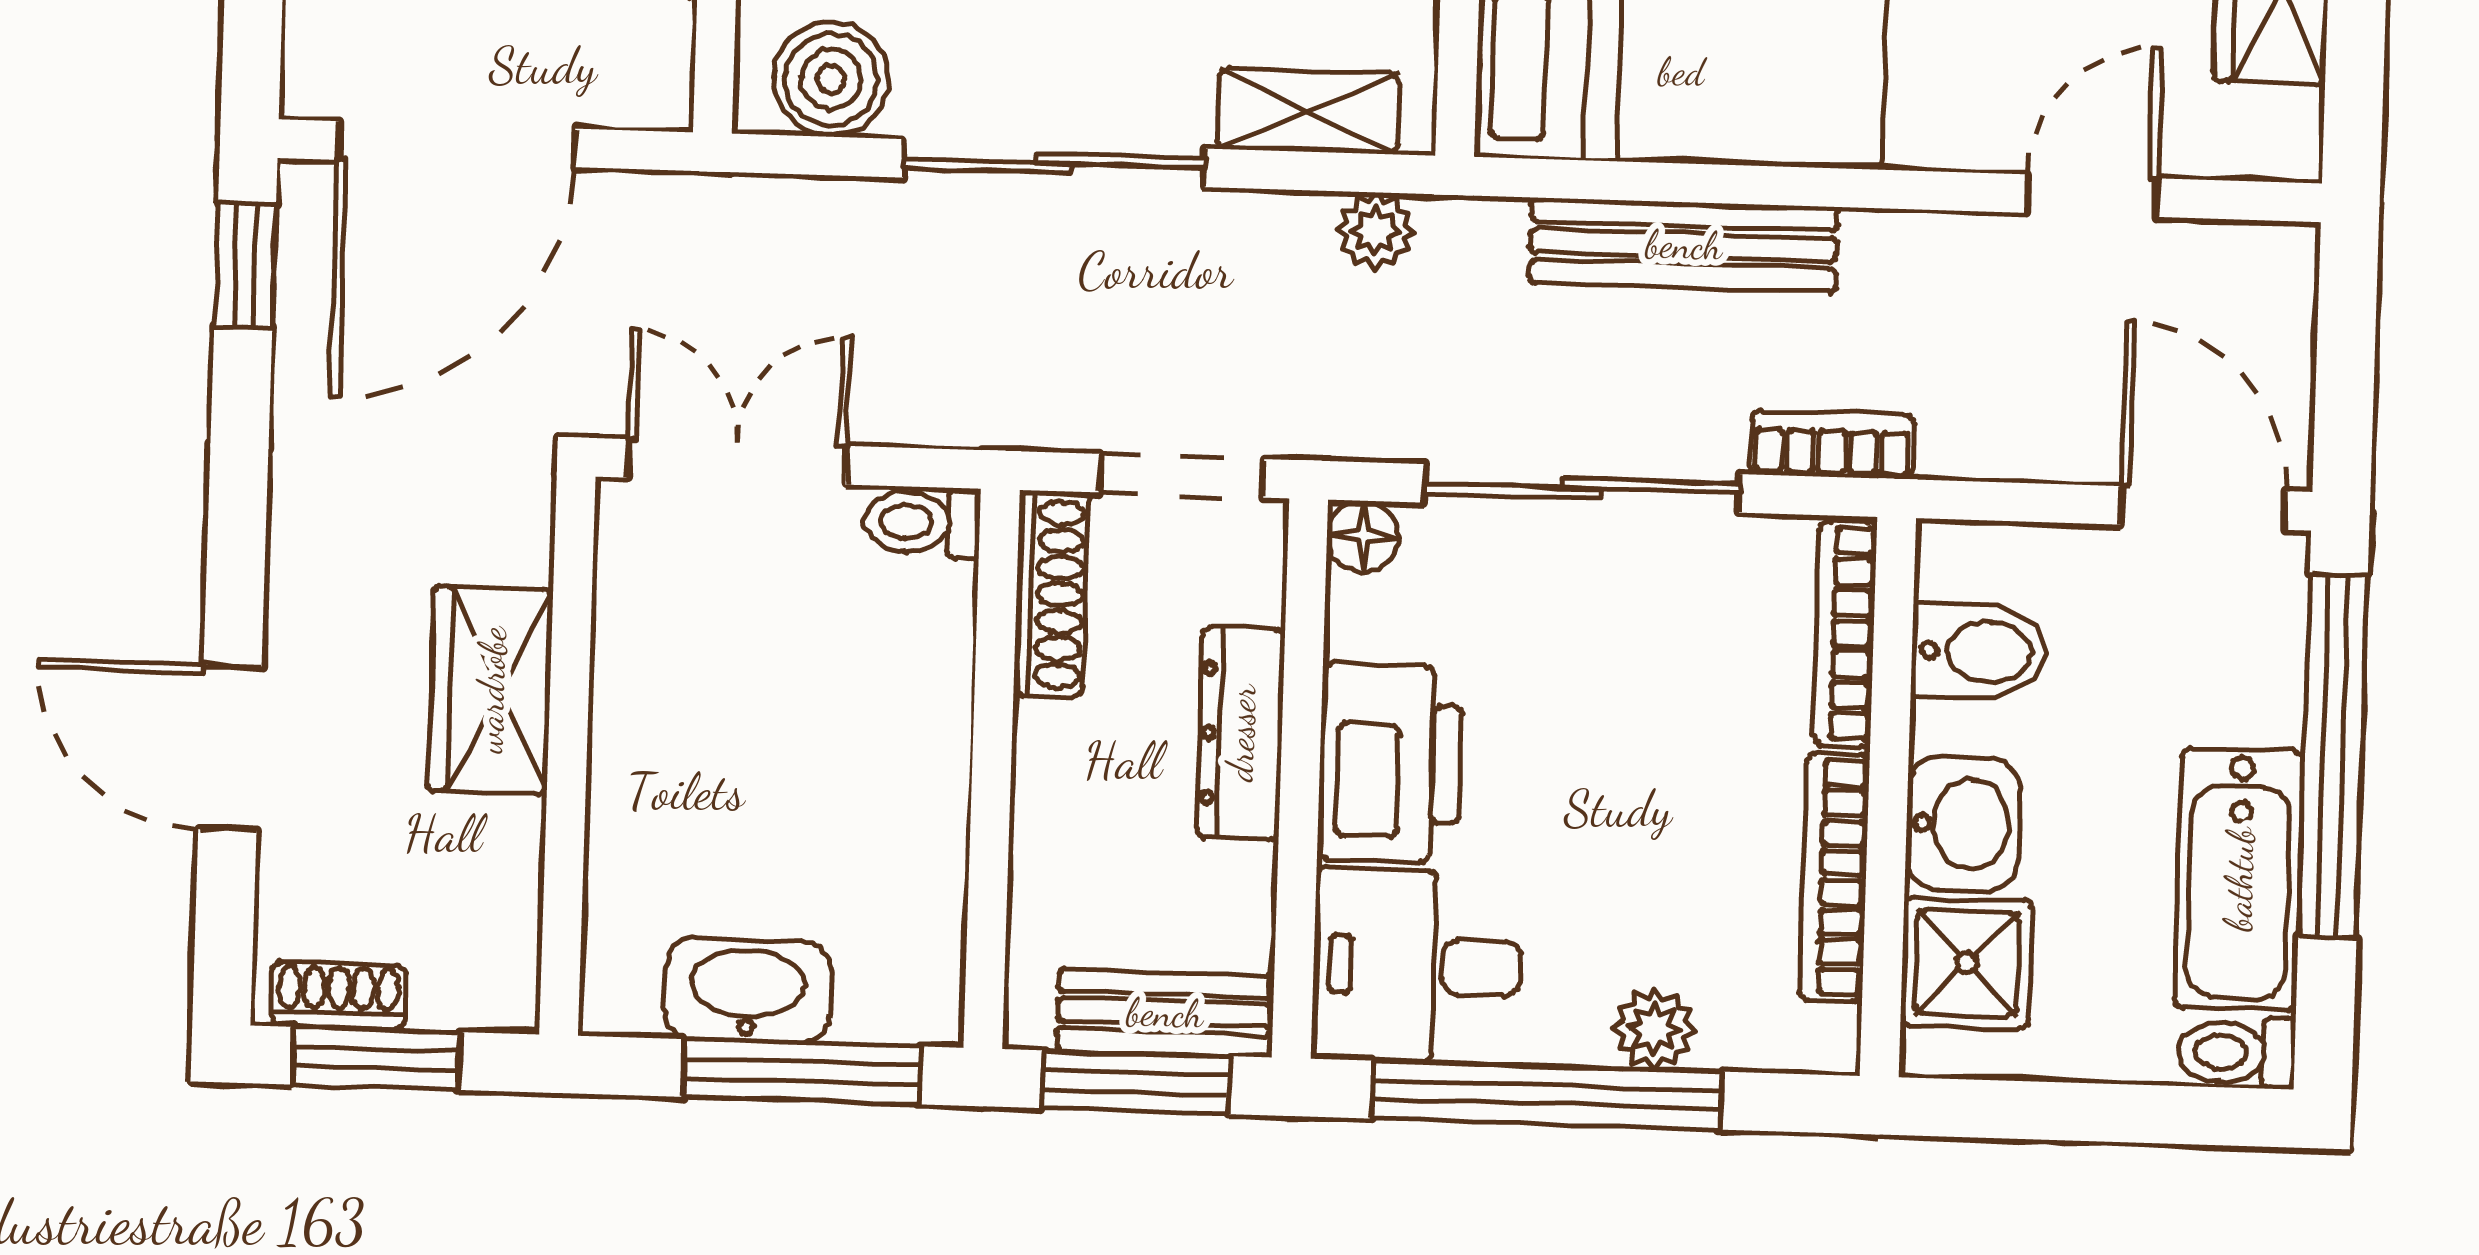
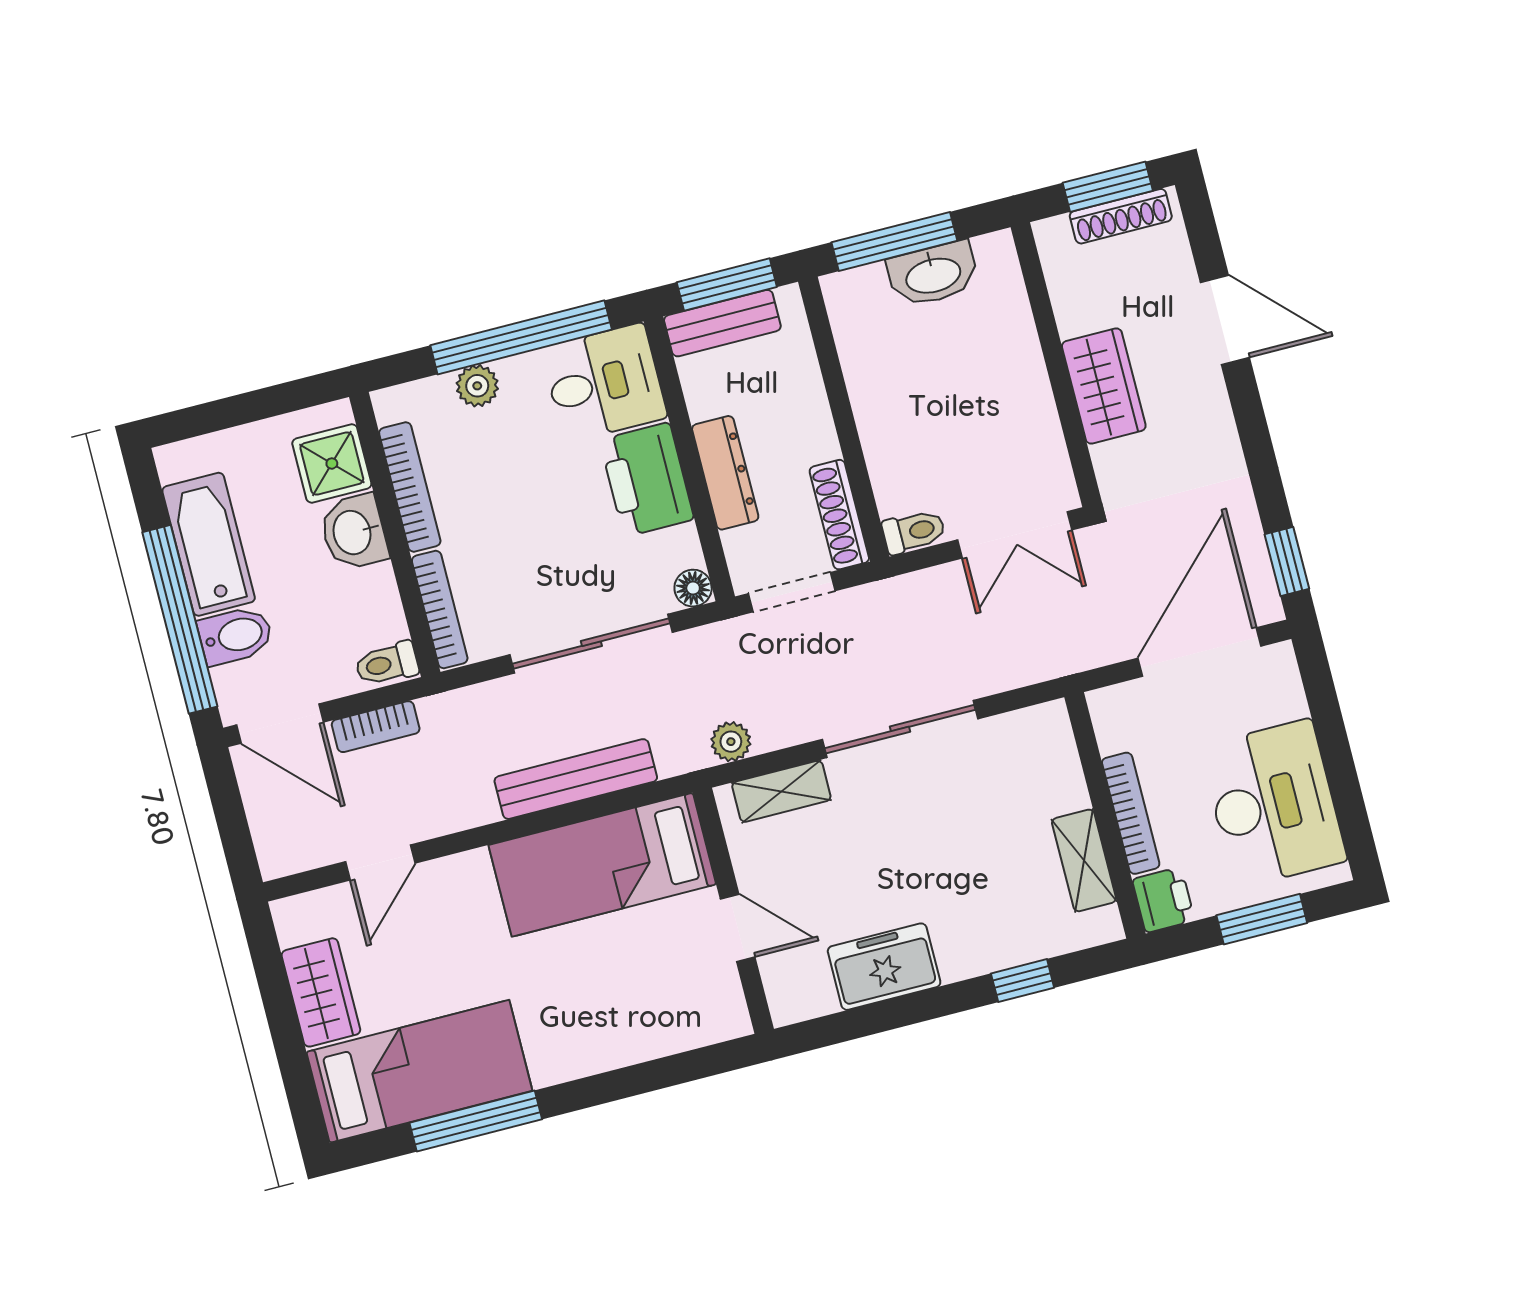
boiler: (831, 79) -> (1023, 738), removed
bookcase: (1832, 444) -> (376, 727), moved
bidet: (1979, 651) -> (236, 636), moved, turned 180
shoe rack: (339, 996) -> (1121, 216), width x1.43
toilet: (2237, 1052) -> (387, 664), moved, turned 180

